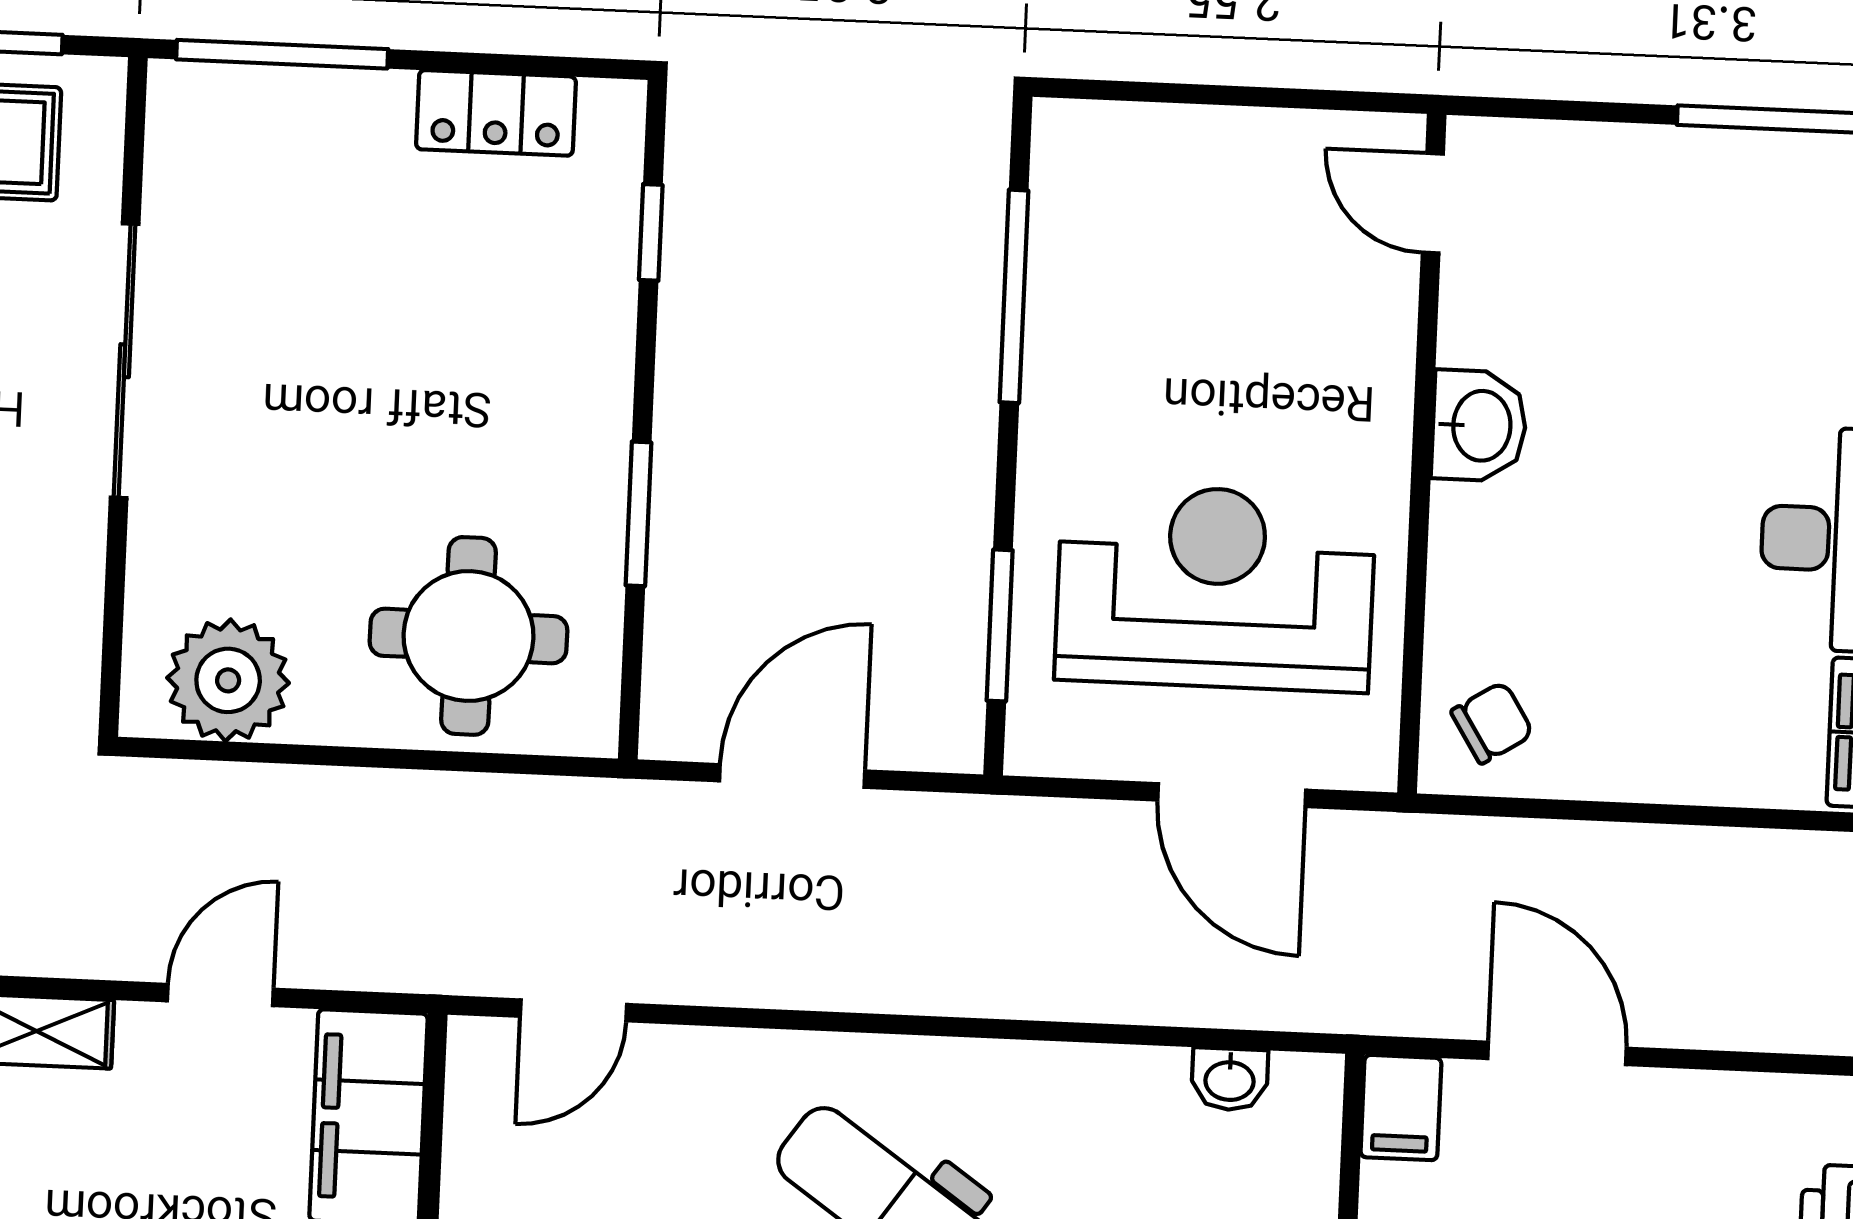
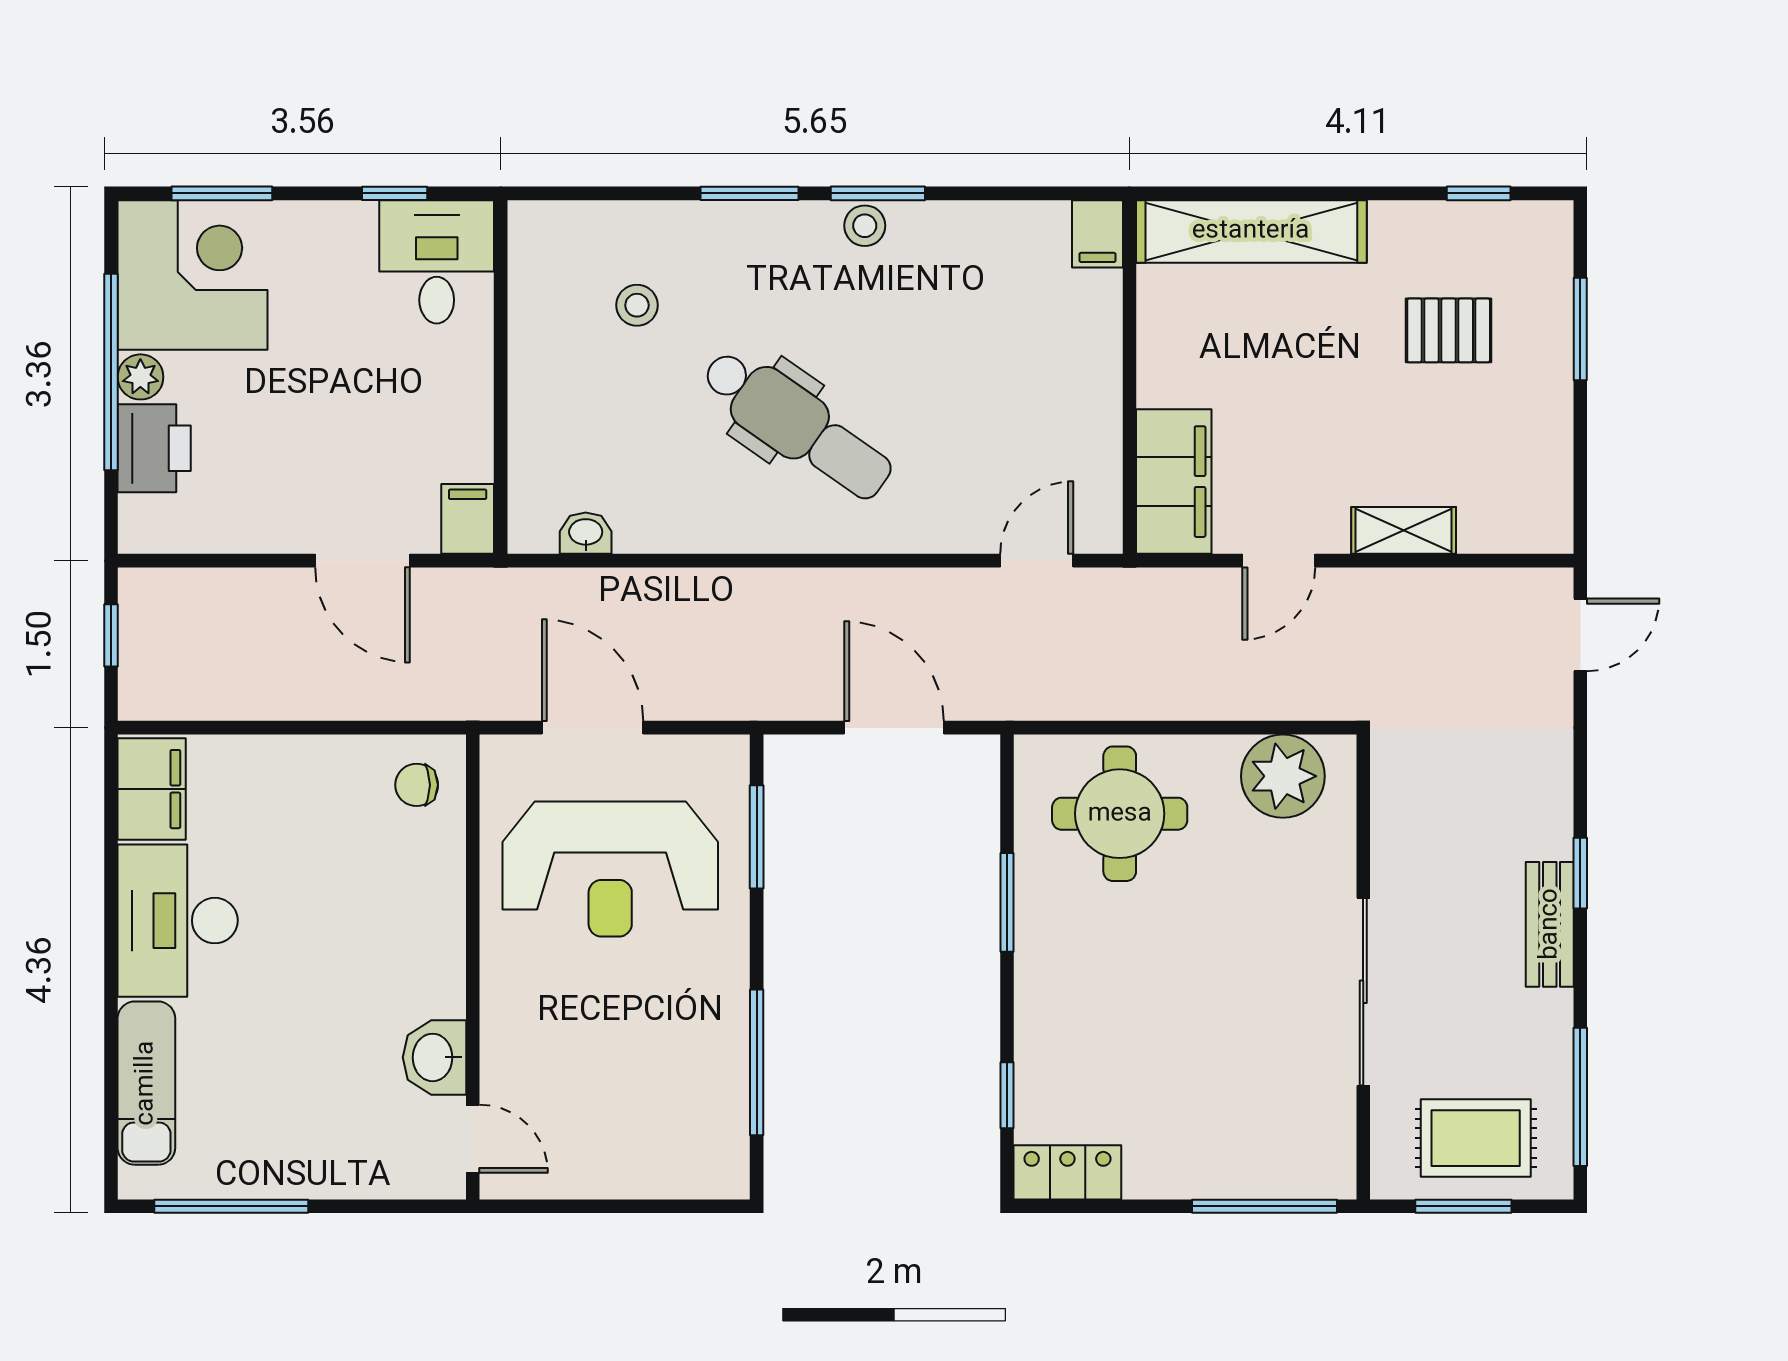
locker: (496, 113) -> (1067, 1172), moved
washbasin: (1479, 426) -> (434, 1057), moved
chair: (1492, 723) -> (417, 785), turned 32
door: (792, 776) -> (894, 728), swing flipped

